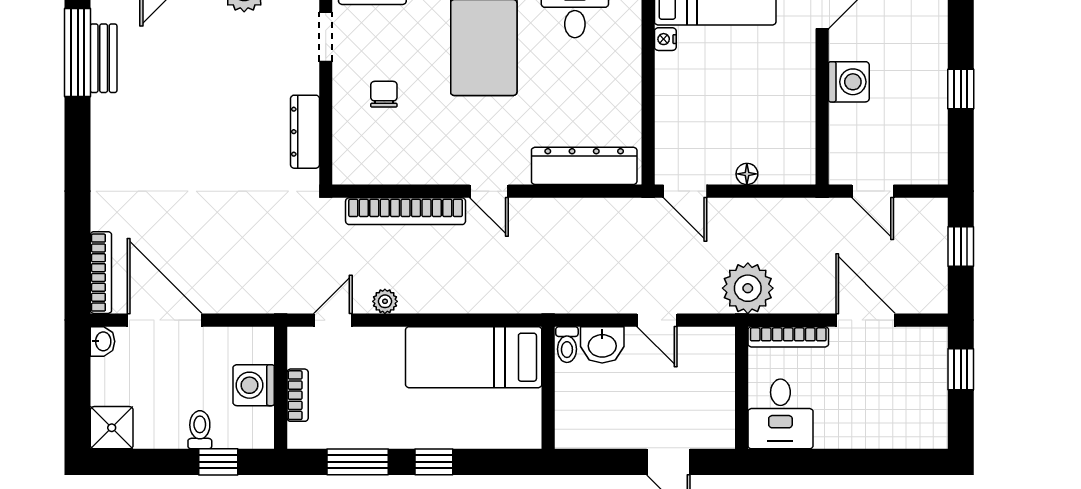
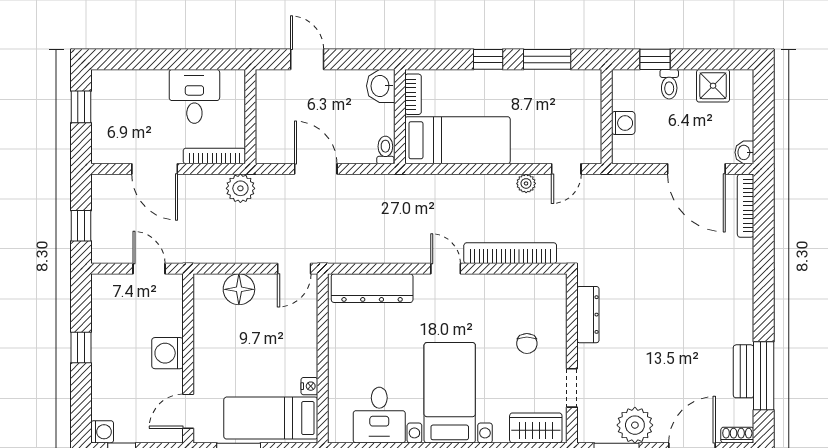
floor lamp: (747, 174) -> (239, 289), width x1.89, depth x1.89
door: (685, 191) -> (294, 269), swing flipped
plant: (748, 288) -> (240, 188), width x0.73, depth x0.73
door: (657, 320) -> (316, 169), width x1.38
washbasin: (602, 345) -> (381, 86), moved, turned -90
window: (961, 369) -> (81, 107), moved
washing machine: (254, 385) -> (623, 123), width x0.73, depth x0.73
bookcase: (298, 395) -> (413, 94), moved, turned 180
desk: (780, 414) -> (194, 96), moved
shower: (112, 428) -> (713, 86), moved

